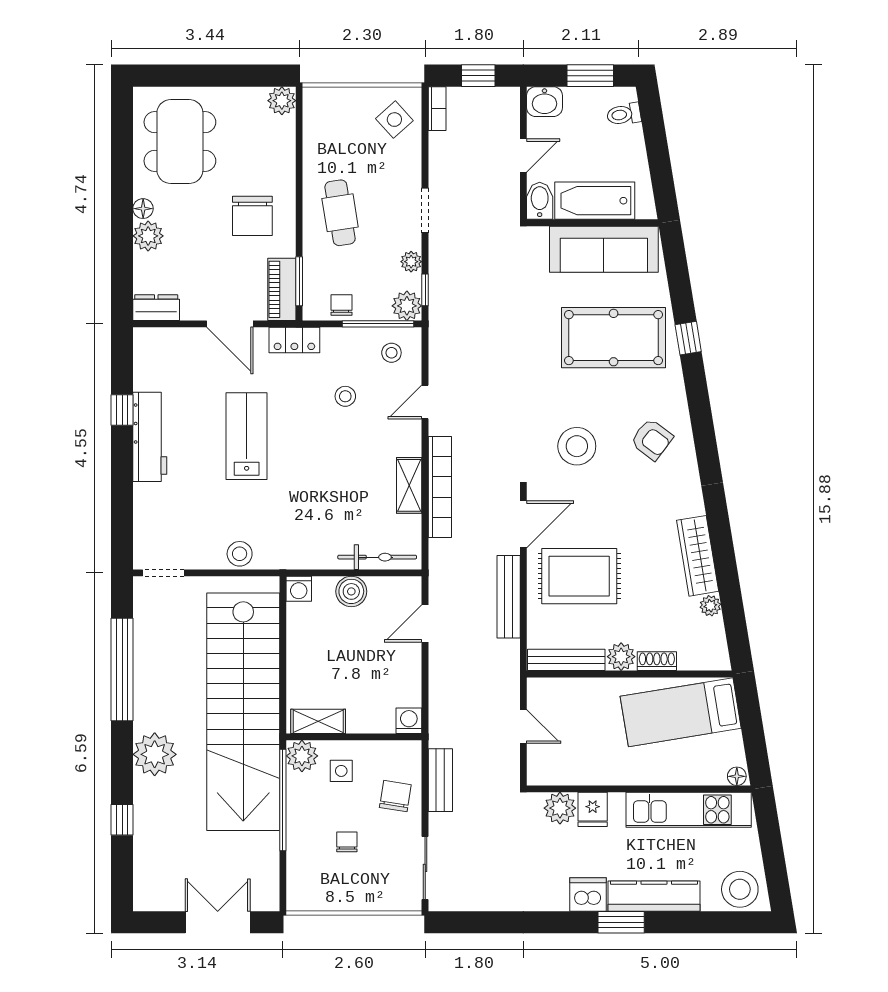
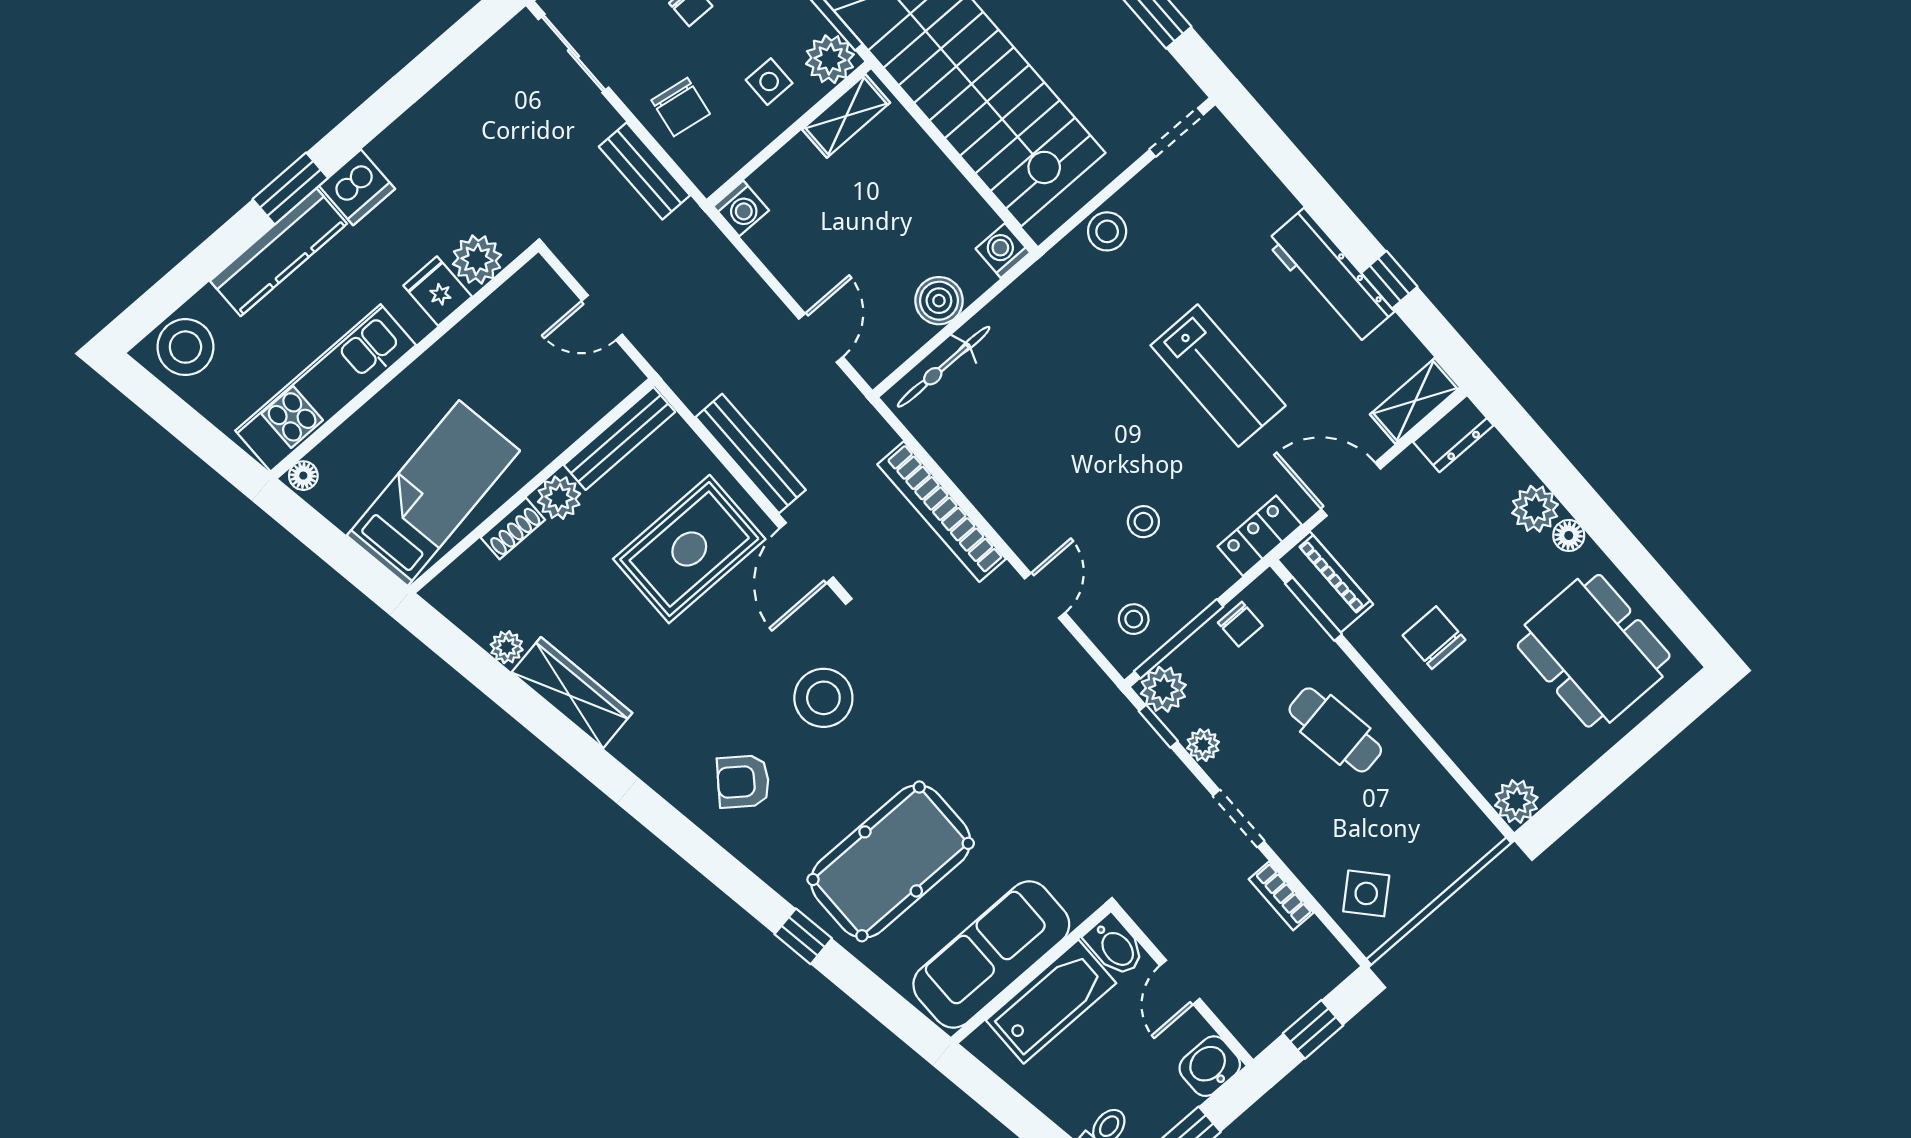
bookcase: (437, 109) -> (1281, 896), moved
chair: (252, 216) -> (1434, 638), width x0.73, depth x0.73
shelving: (409, 485) -> (1415, 401), moved, turned 90

